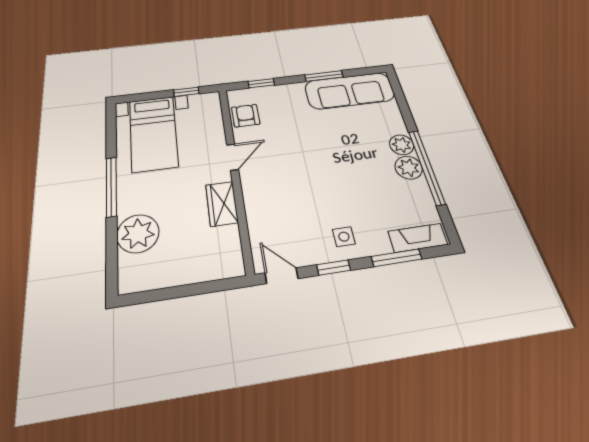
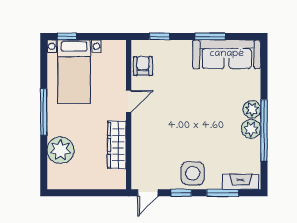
window: (186, 92) -> (67, 36), moved
wardrobe: (222, 204) -> (117, 145), width x1.50
side table: (344, 237) -> (193, 173), width x1.87, depth x1.87
door: (282, 276) -> (148, 193), swing flipped

